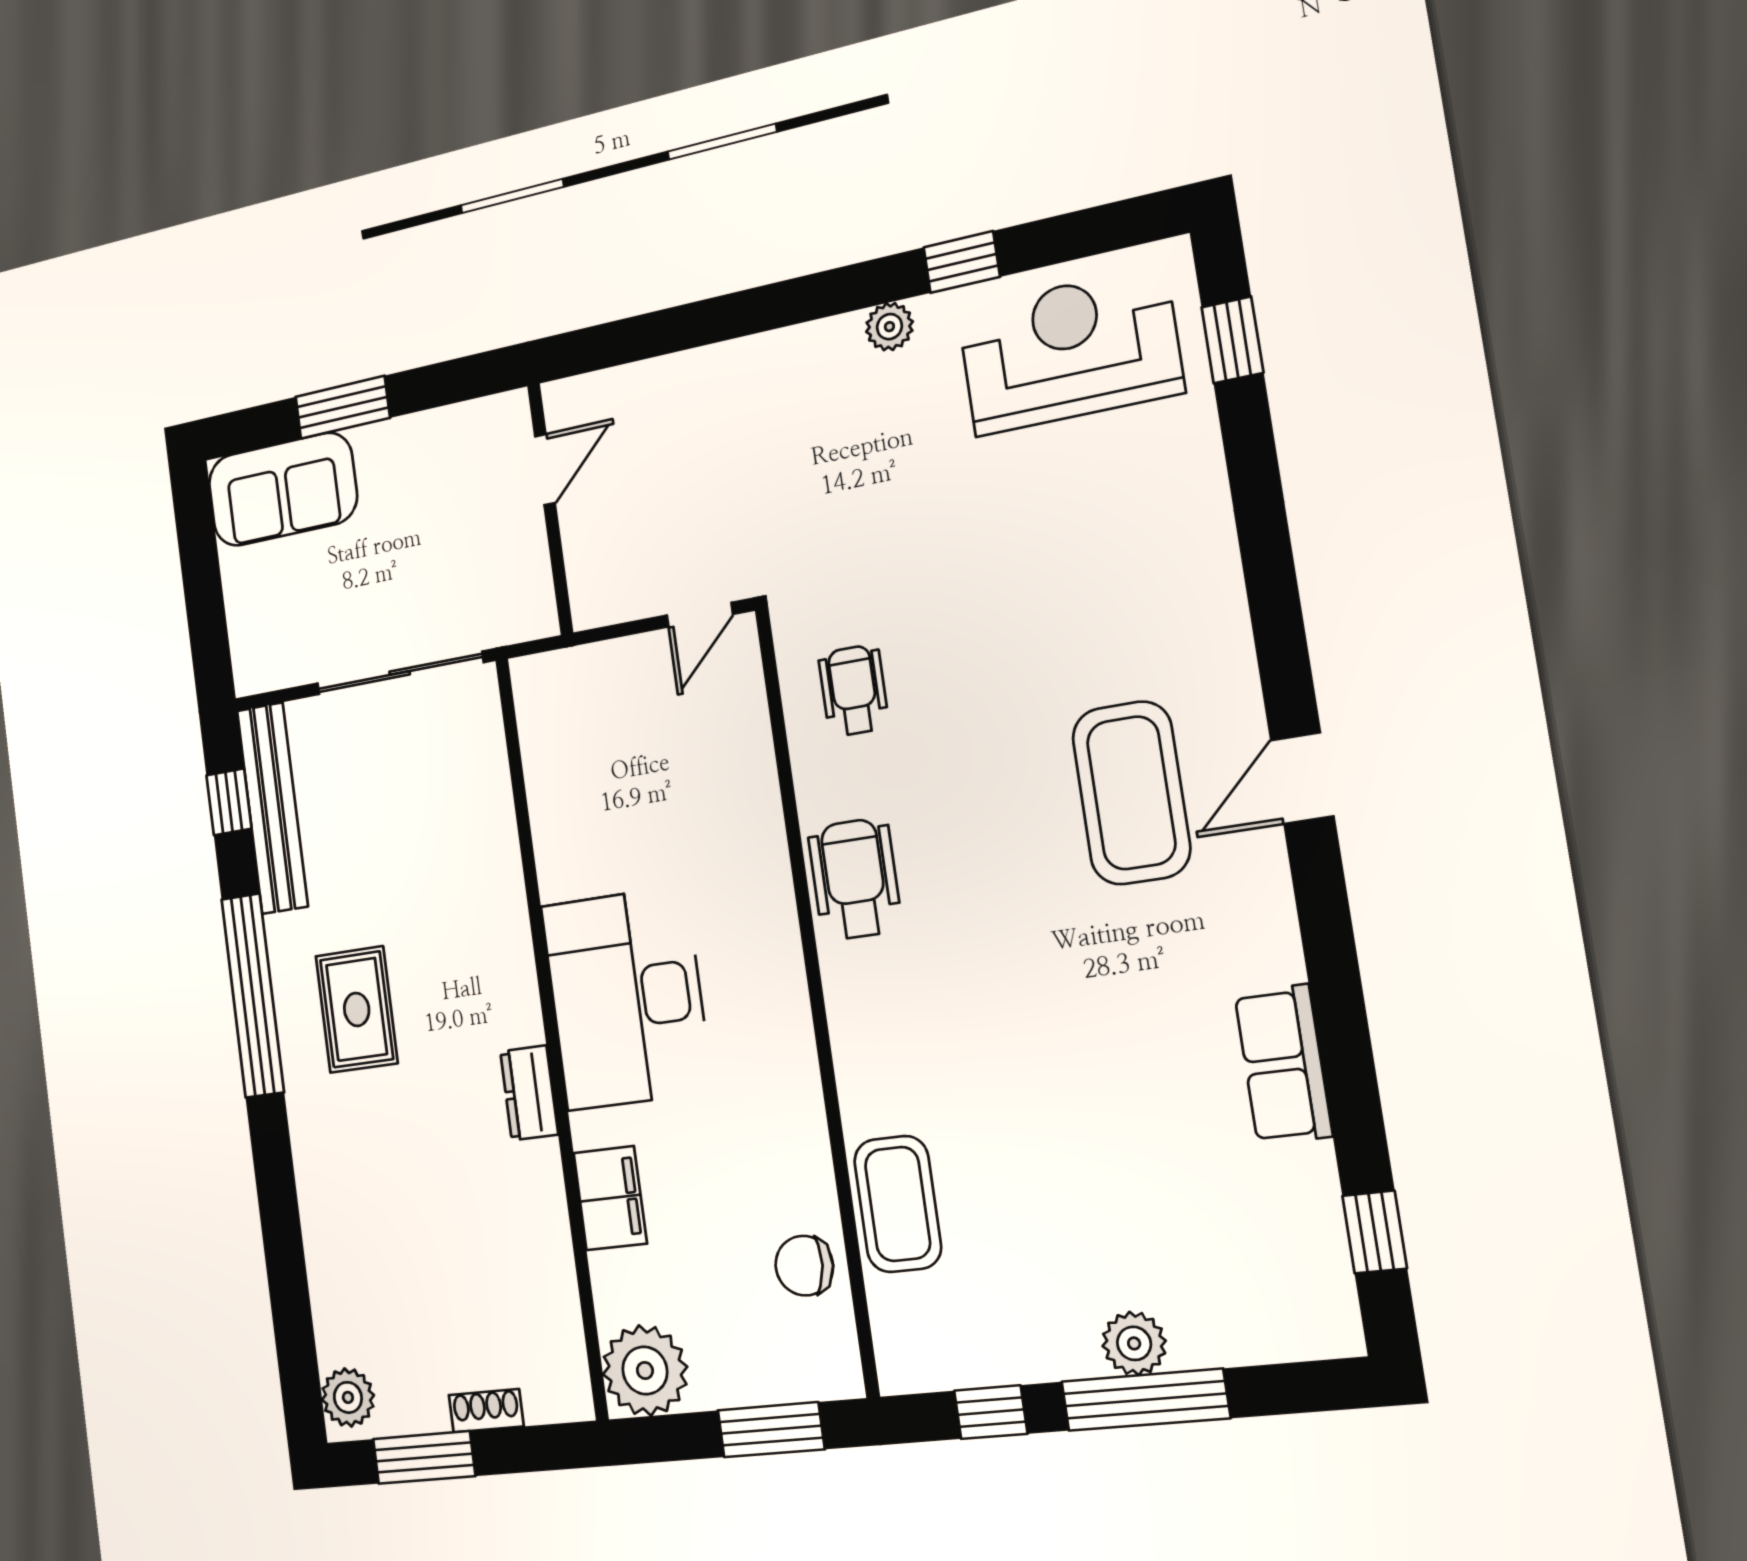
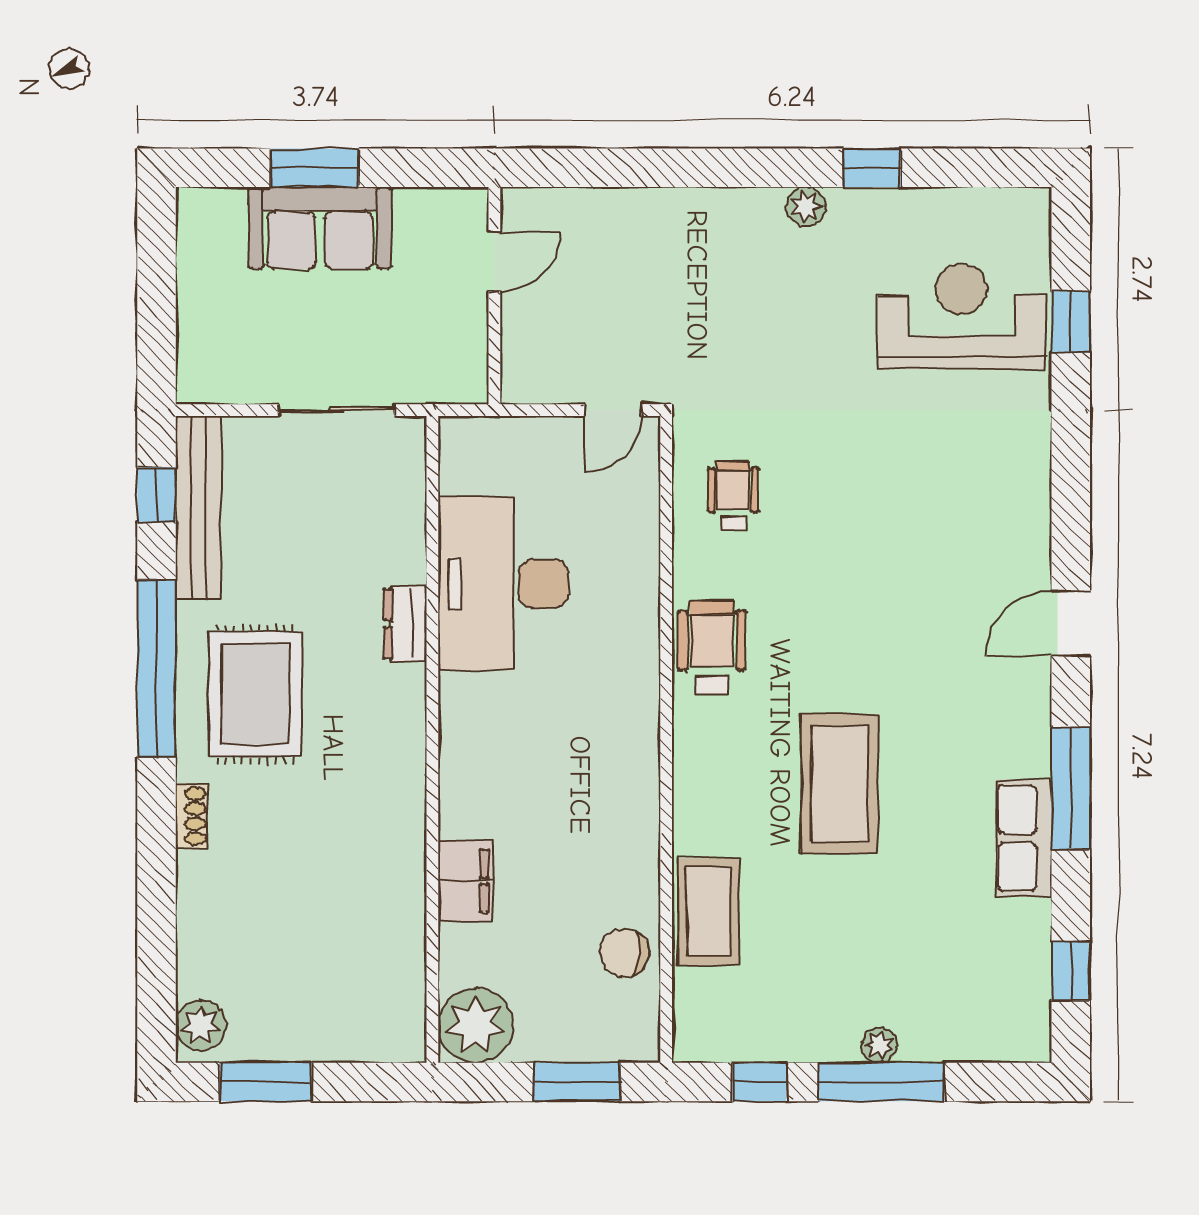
window: (1232, 340) -> (1071, 322), moved
reception desk: (1070, 351) -> (961, 316), moved
sofa: (282, 489) -> (320, 228), moved
sliding door: (400, 673) -> (336, 410), width x0.73
coffee table: (1131, 793) -> (840, 784), moved
window: (1336, 992) -> (1071, 789), added
desk: (626, 998) -> (503, 583), moved
rug: (357, 1009) -> (255, 694), width x1.36, depth x1.43
dresser: (529, 1093) -> (405, 624), moved
plant: (1134, 1343) -> (879, 1045), width x0.73, depth x0.73
shoe rack: (486, 1411) -> (191, 816), moved, turned 90

